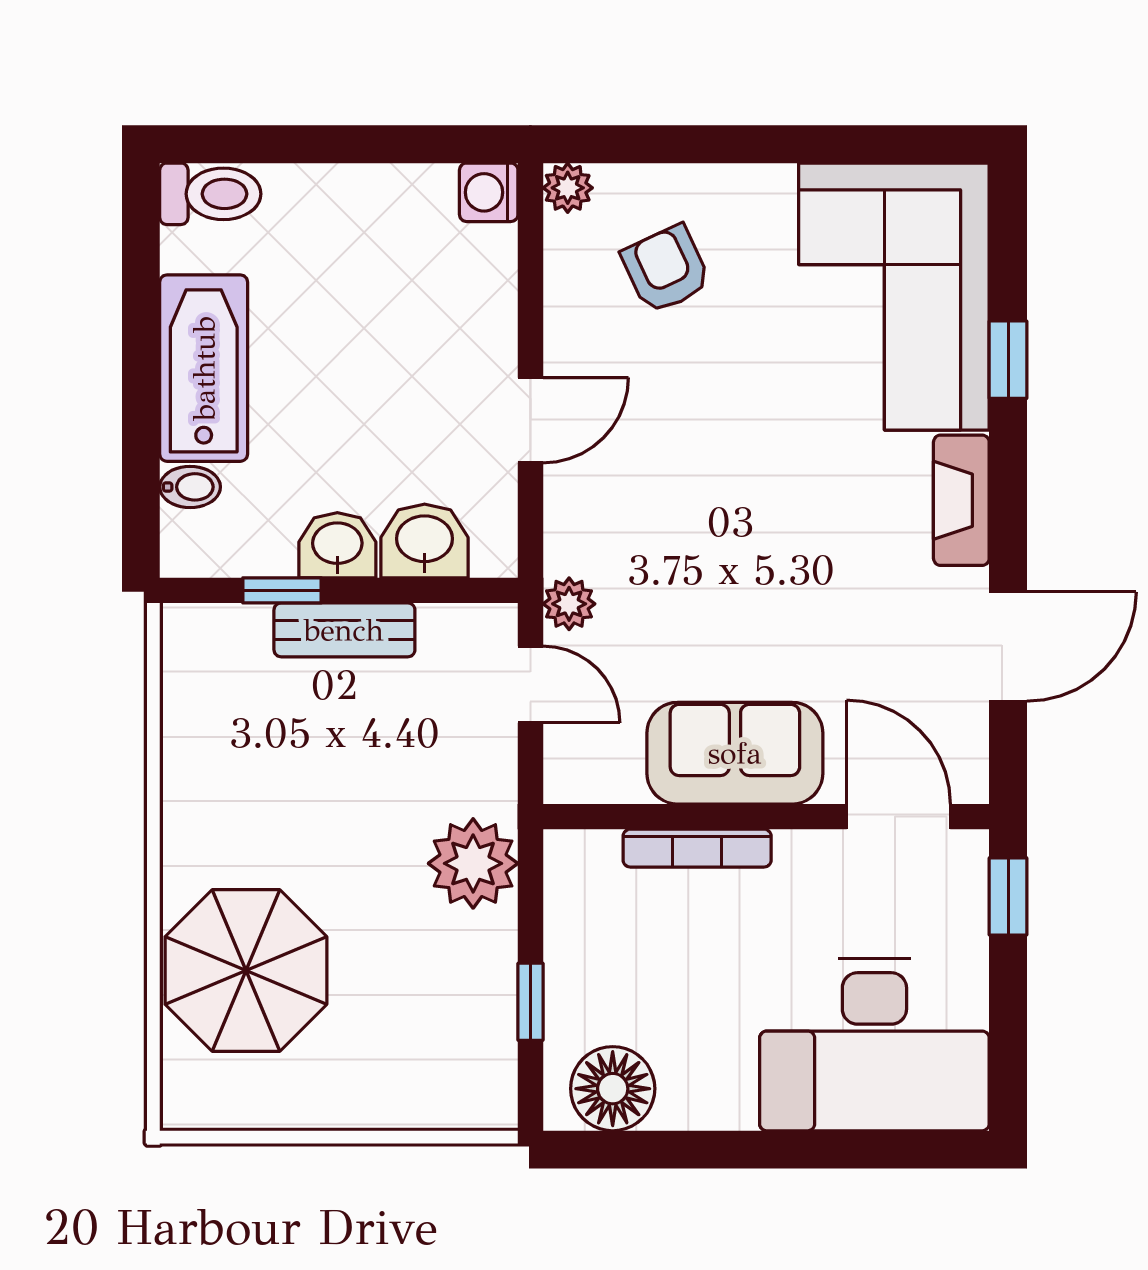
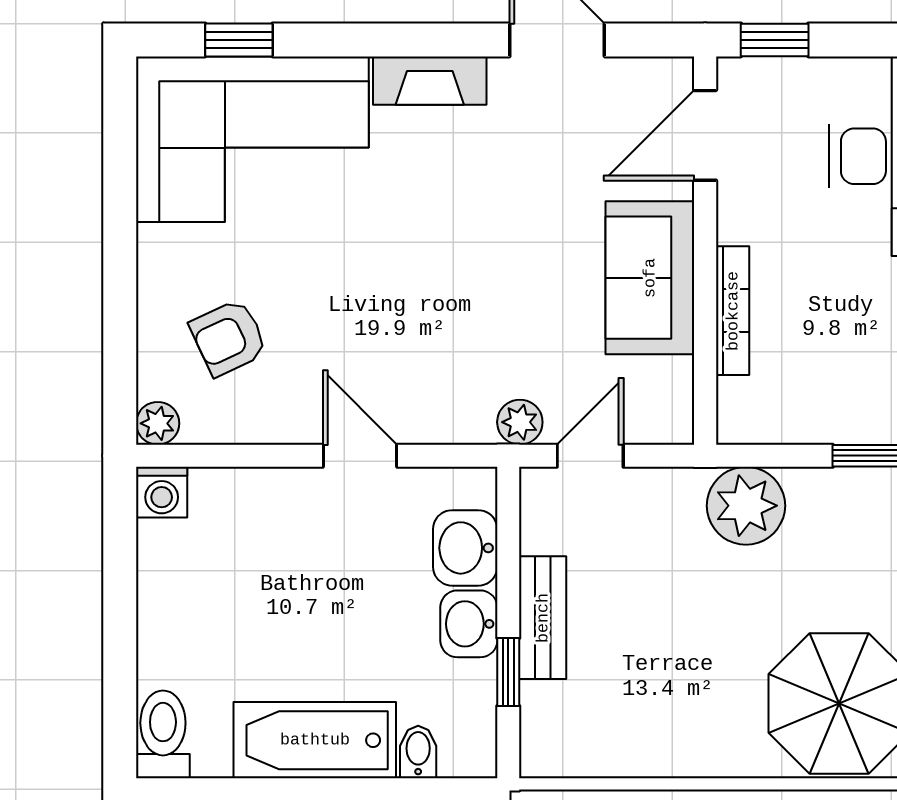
window: (1008, 360) -> (239, 40), moved

